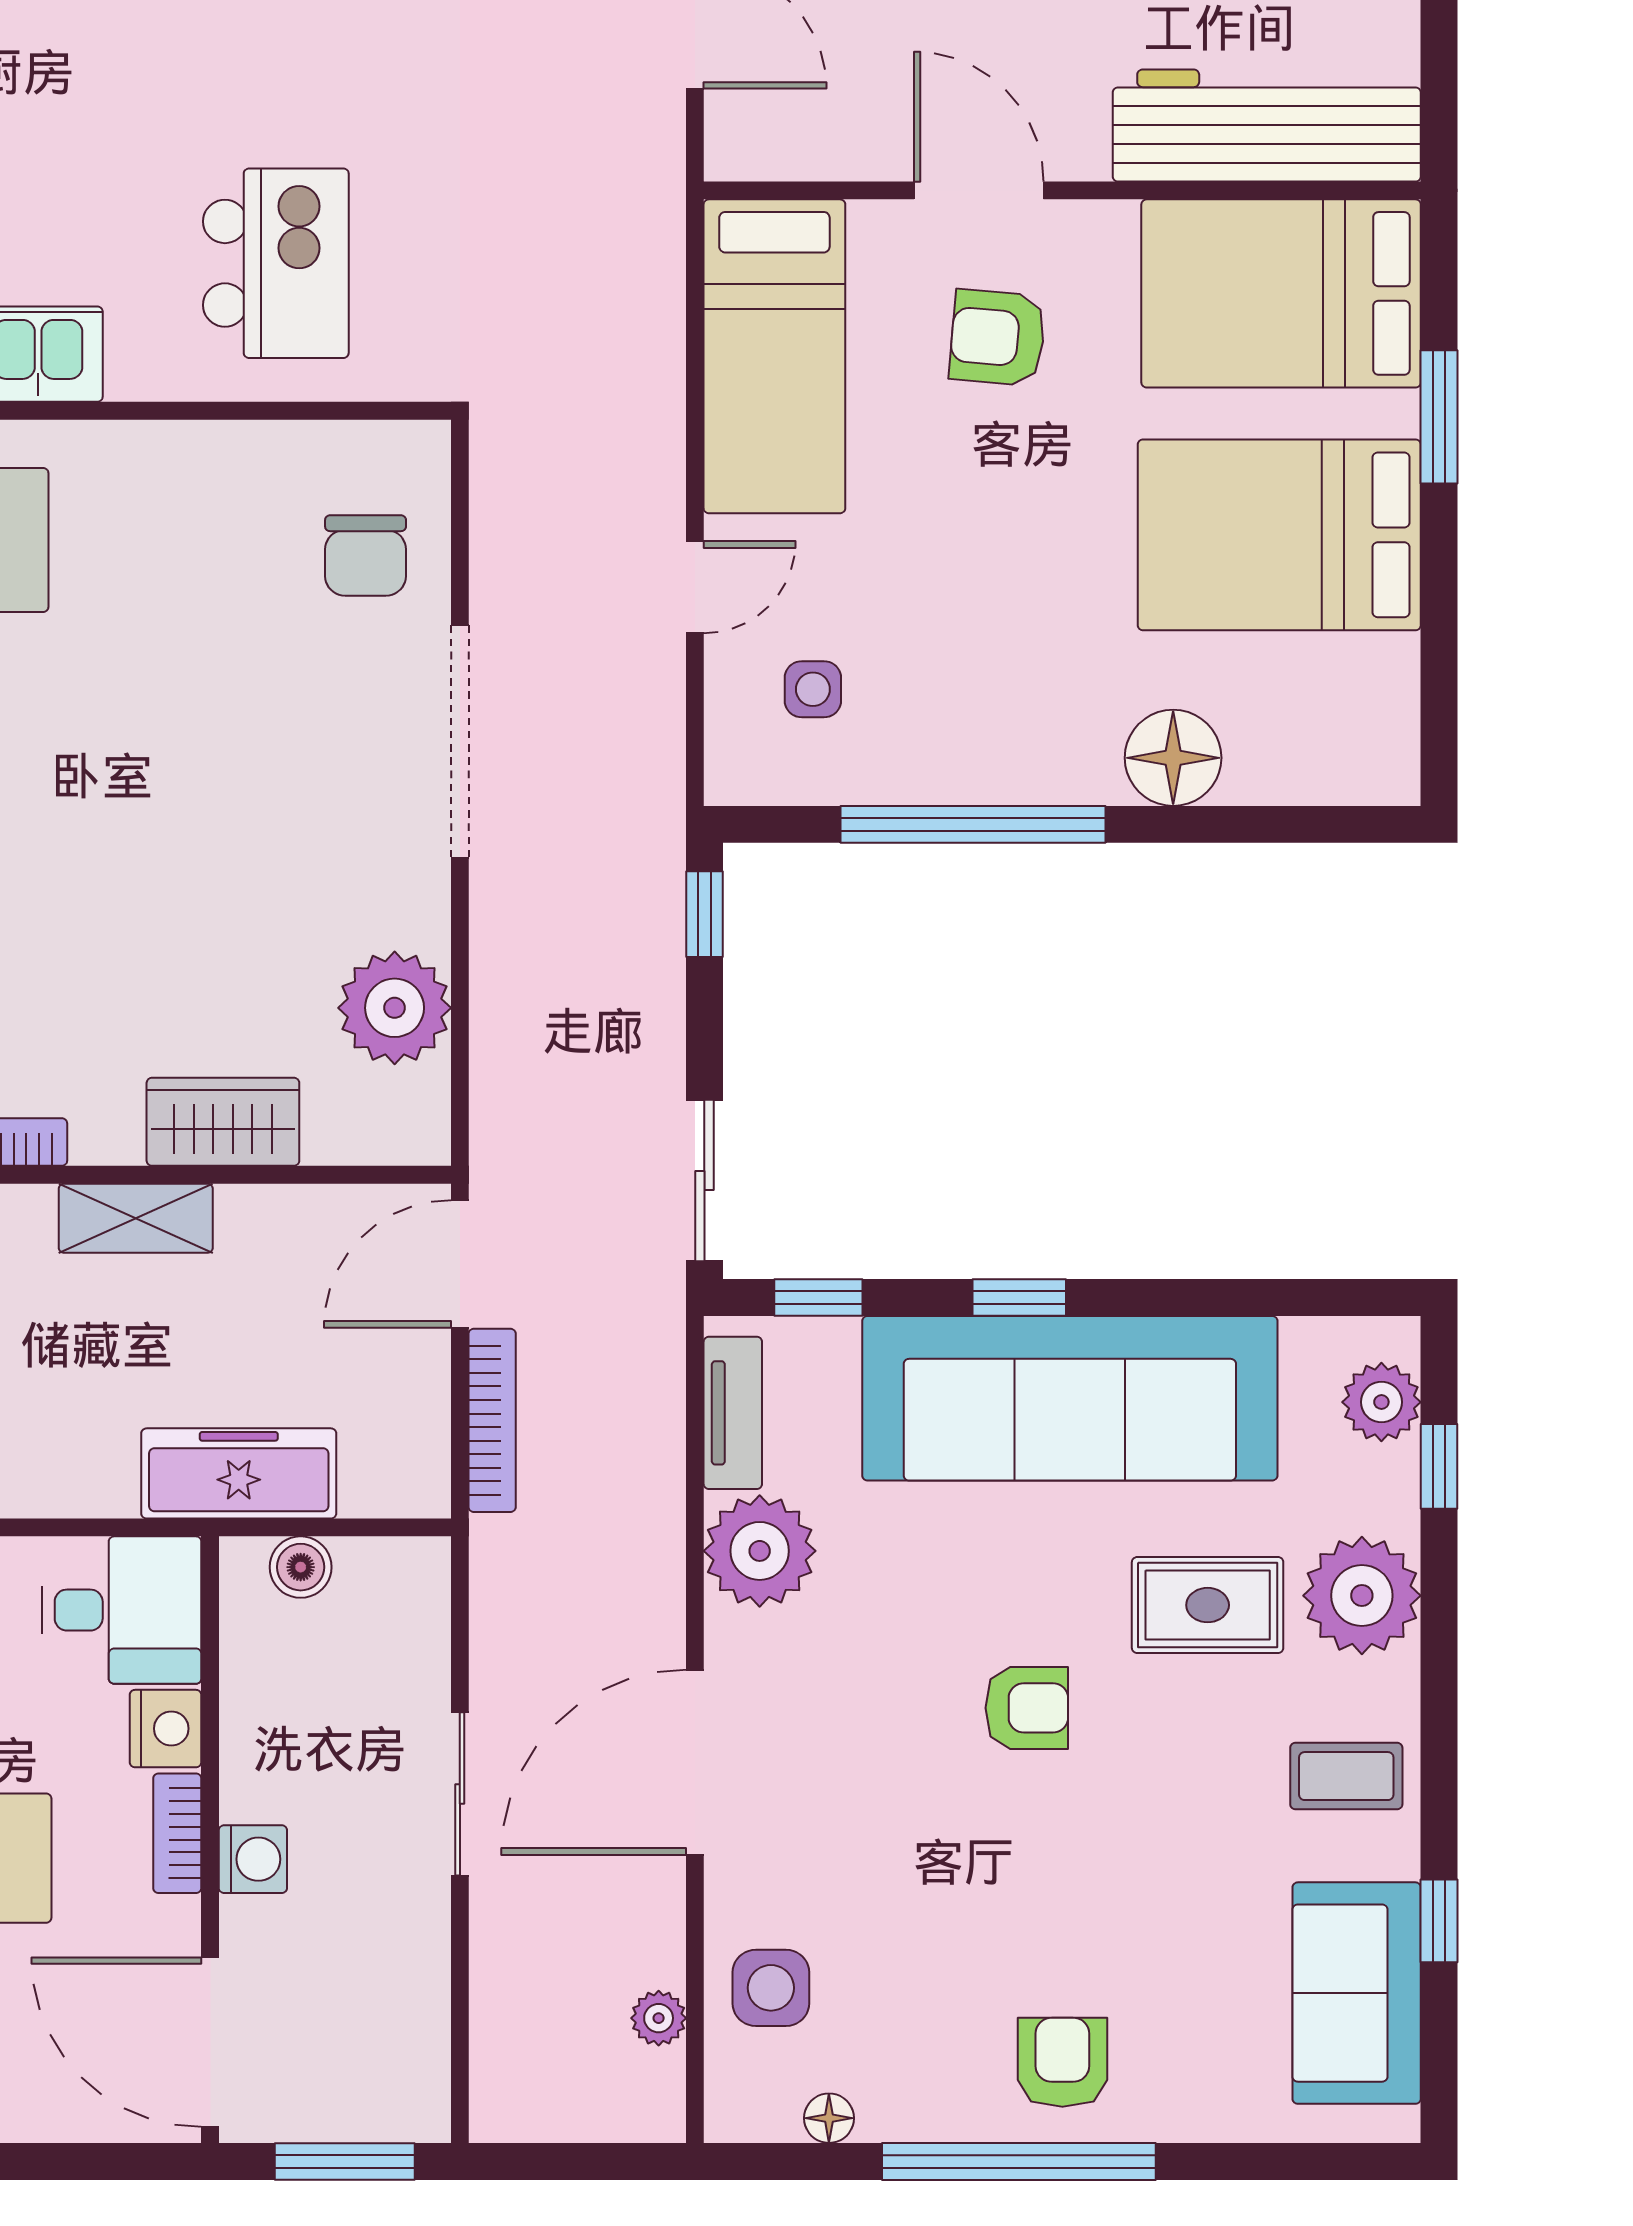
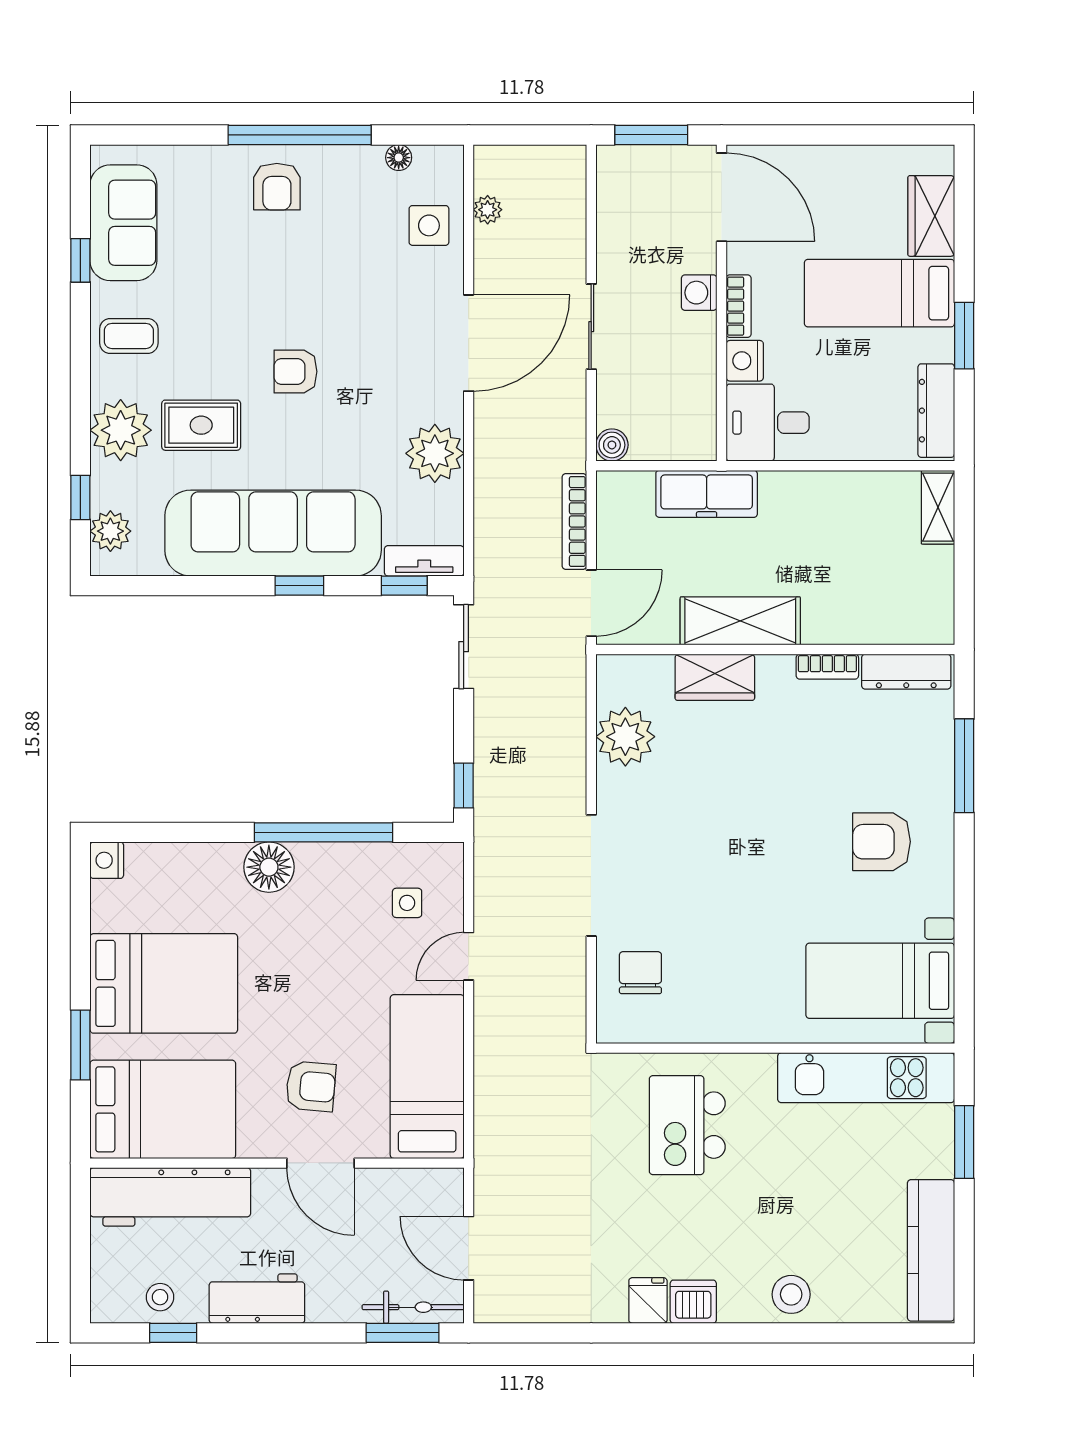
floor lamp: (1173, 758) -> (269, 867), moved
nightstand: (1389, 771) -> (107, 860), added
shelving: (136, 1218) -> (740, 621), width x1.50, depth x1.33
tv unit: (733, 1413) -> (424, 561), moved, turned 90
boiler: (301, 1567) -> (612, 445), moved

